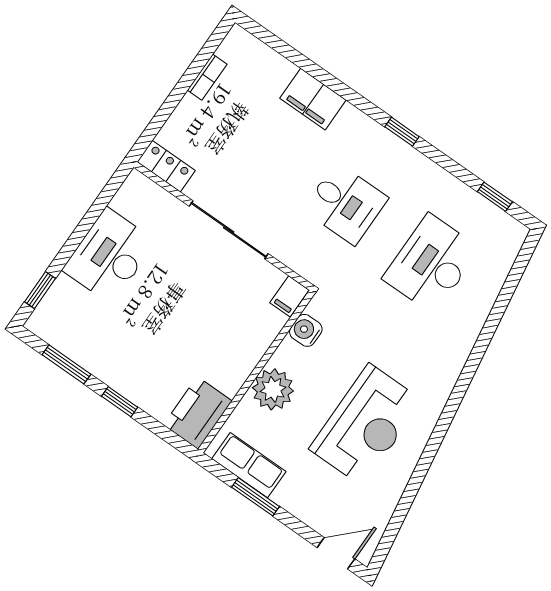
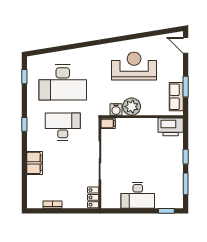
desk: (345, 204) -> (63, 126), width x1.37
desk: (431, 264) -> (63, 82), width x1.36, depth x1.30
plant: (273, 389) -> (132, 107), moved

